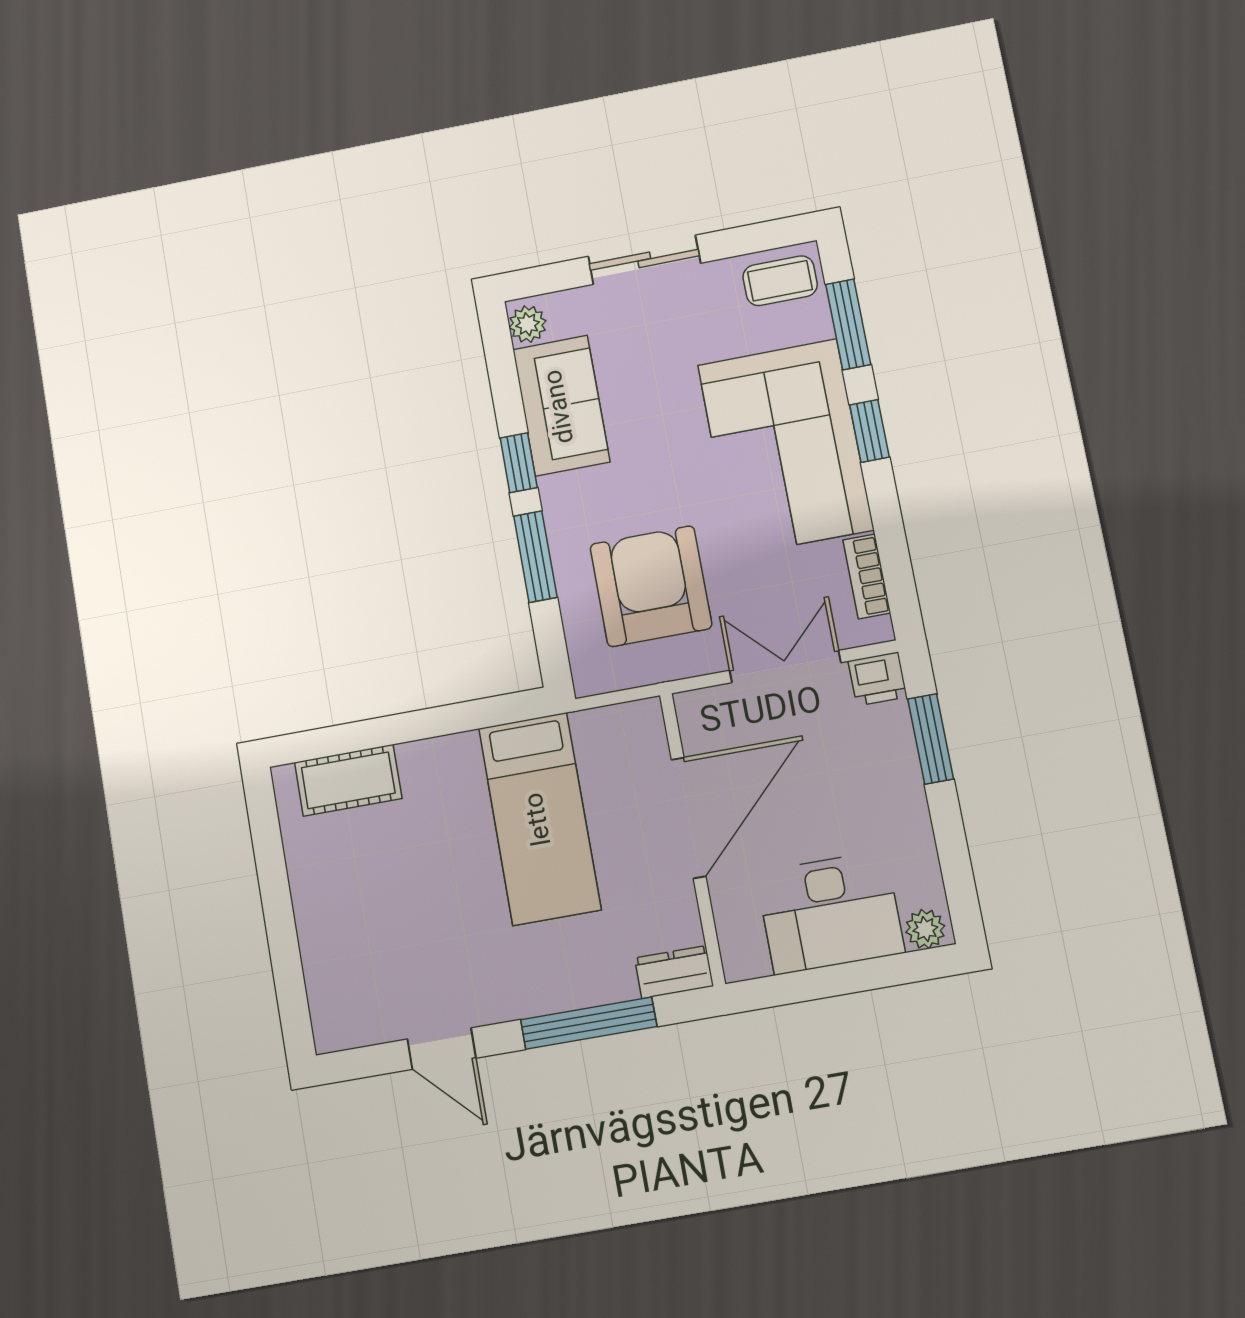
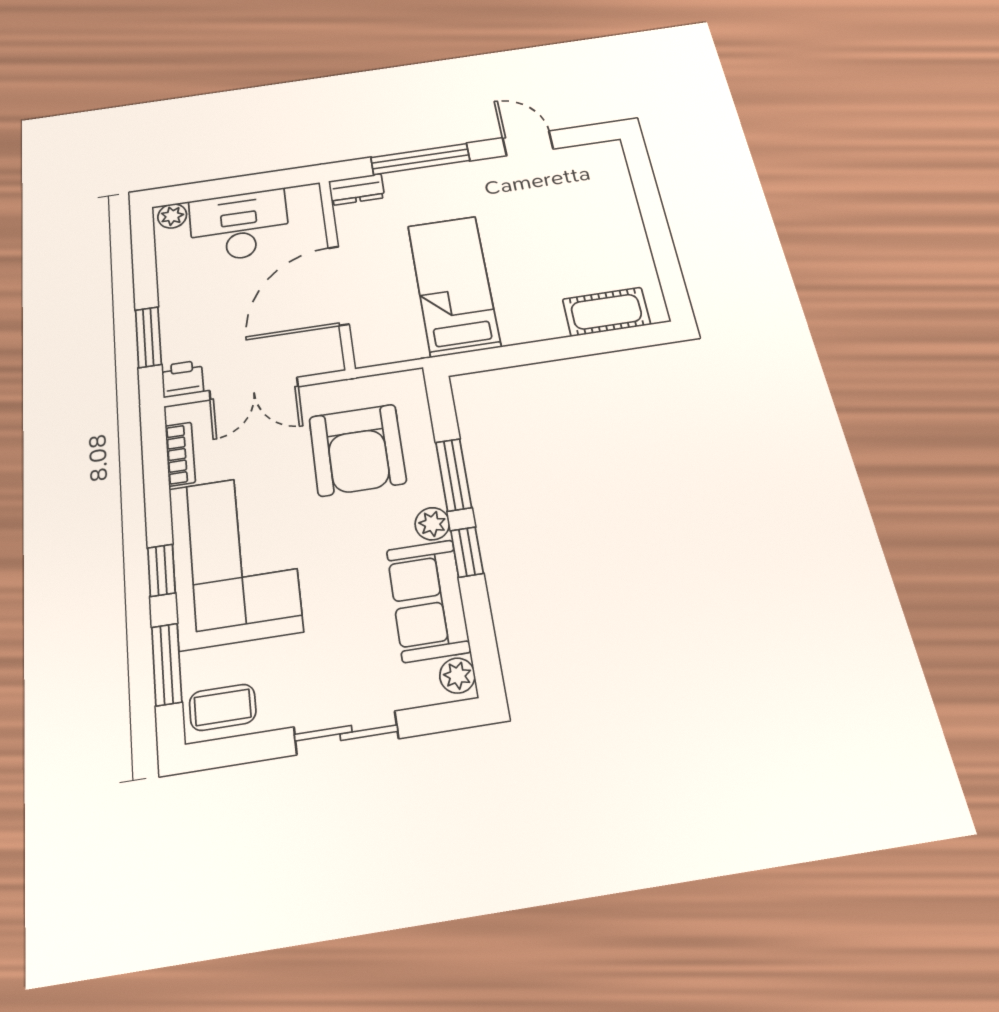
plant: (559, 495) -> (432, 524), added

